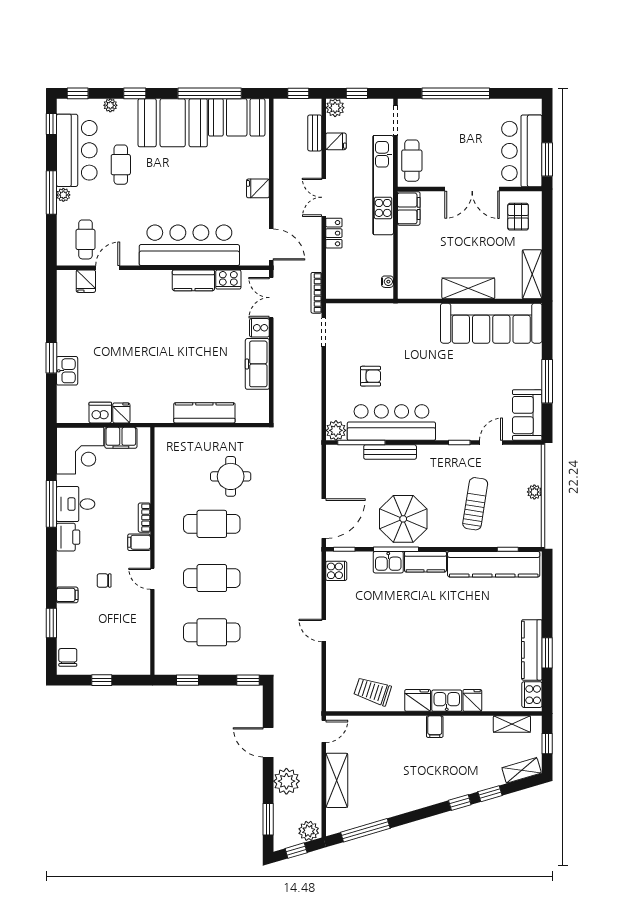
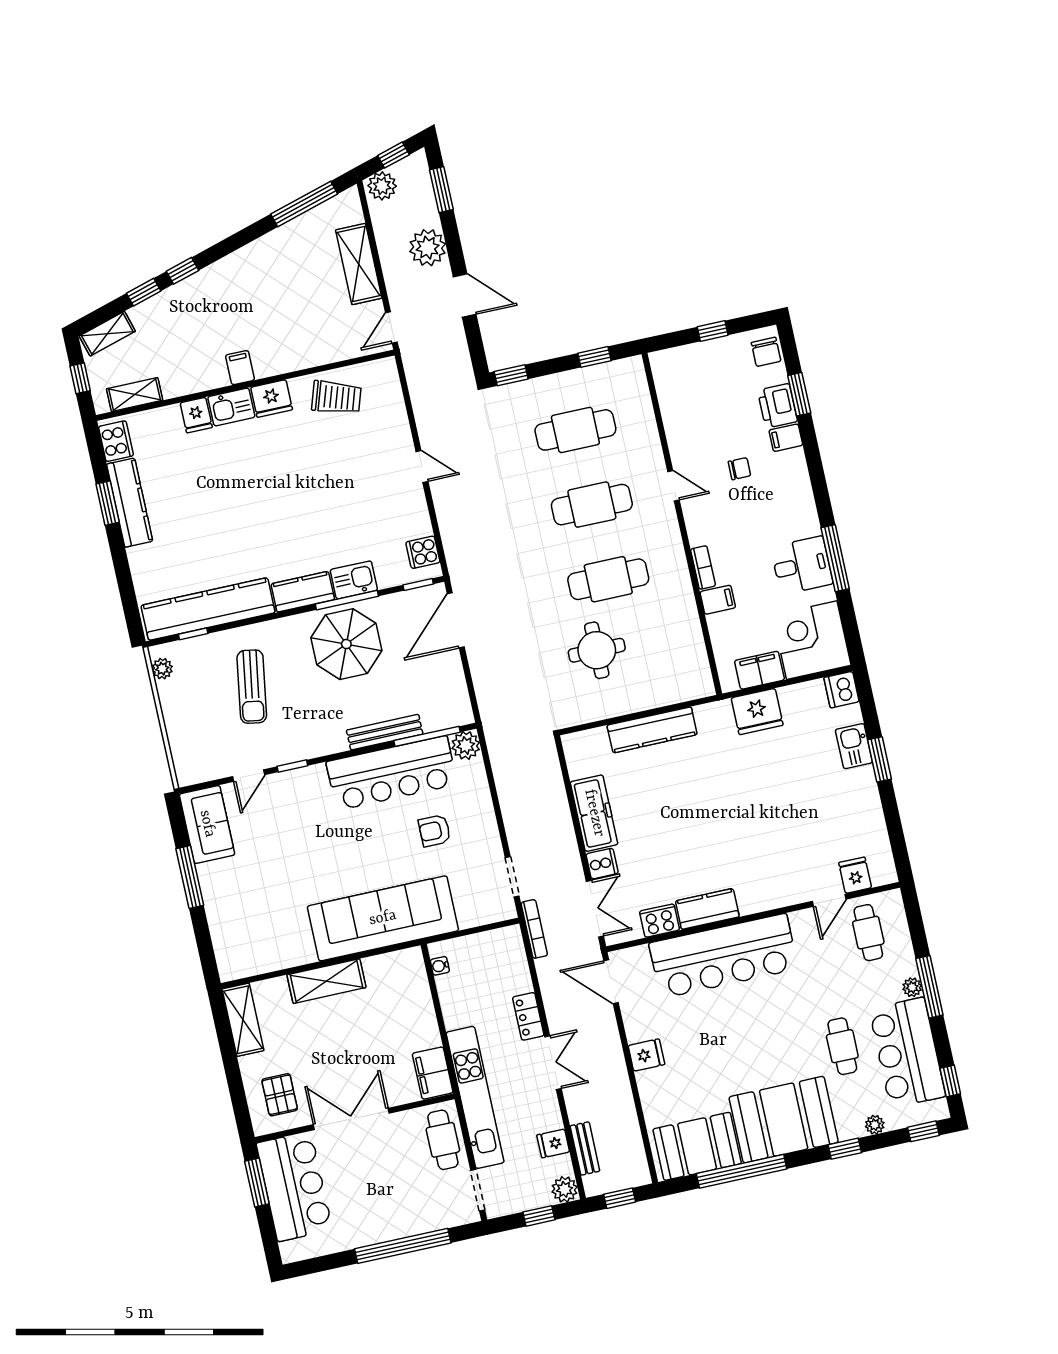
sofa: (491, 323) -> (383, 918), moved
dishwasher: (100, 413) -> (841, 690), moved, turned 90
fridge: (121, 413) -> (757, 712), width x1.88, depth x1.34
plant: (534, 492) -> (162, 669), moved
printer: (68, 537) -> (777, 406), moved
filing cabinet: (139, 542) -> (718, 600), moved

